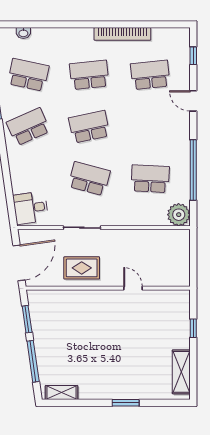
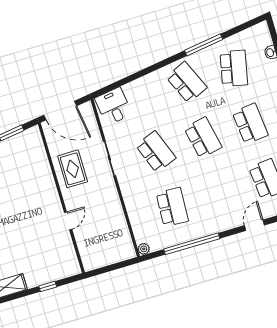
school desk: (89, 179) -> (156, 152), turned -36
plant: (179, 215) -> (144, 249), width x0.53, depth x0.53

